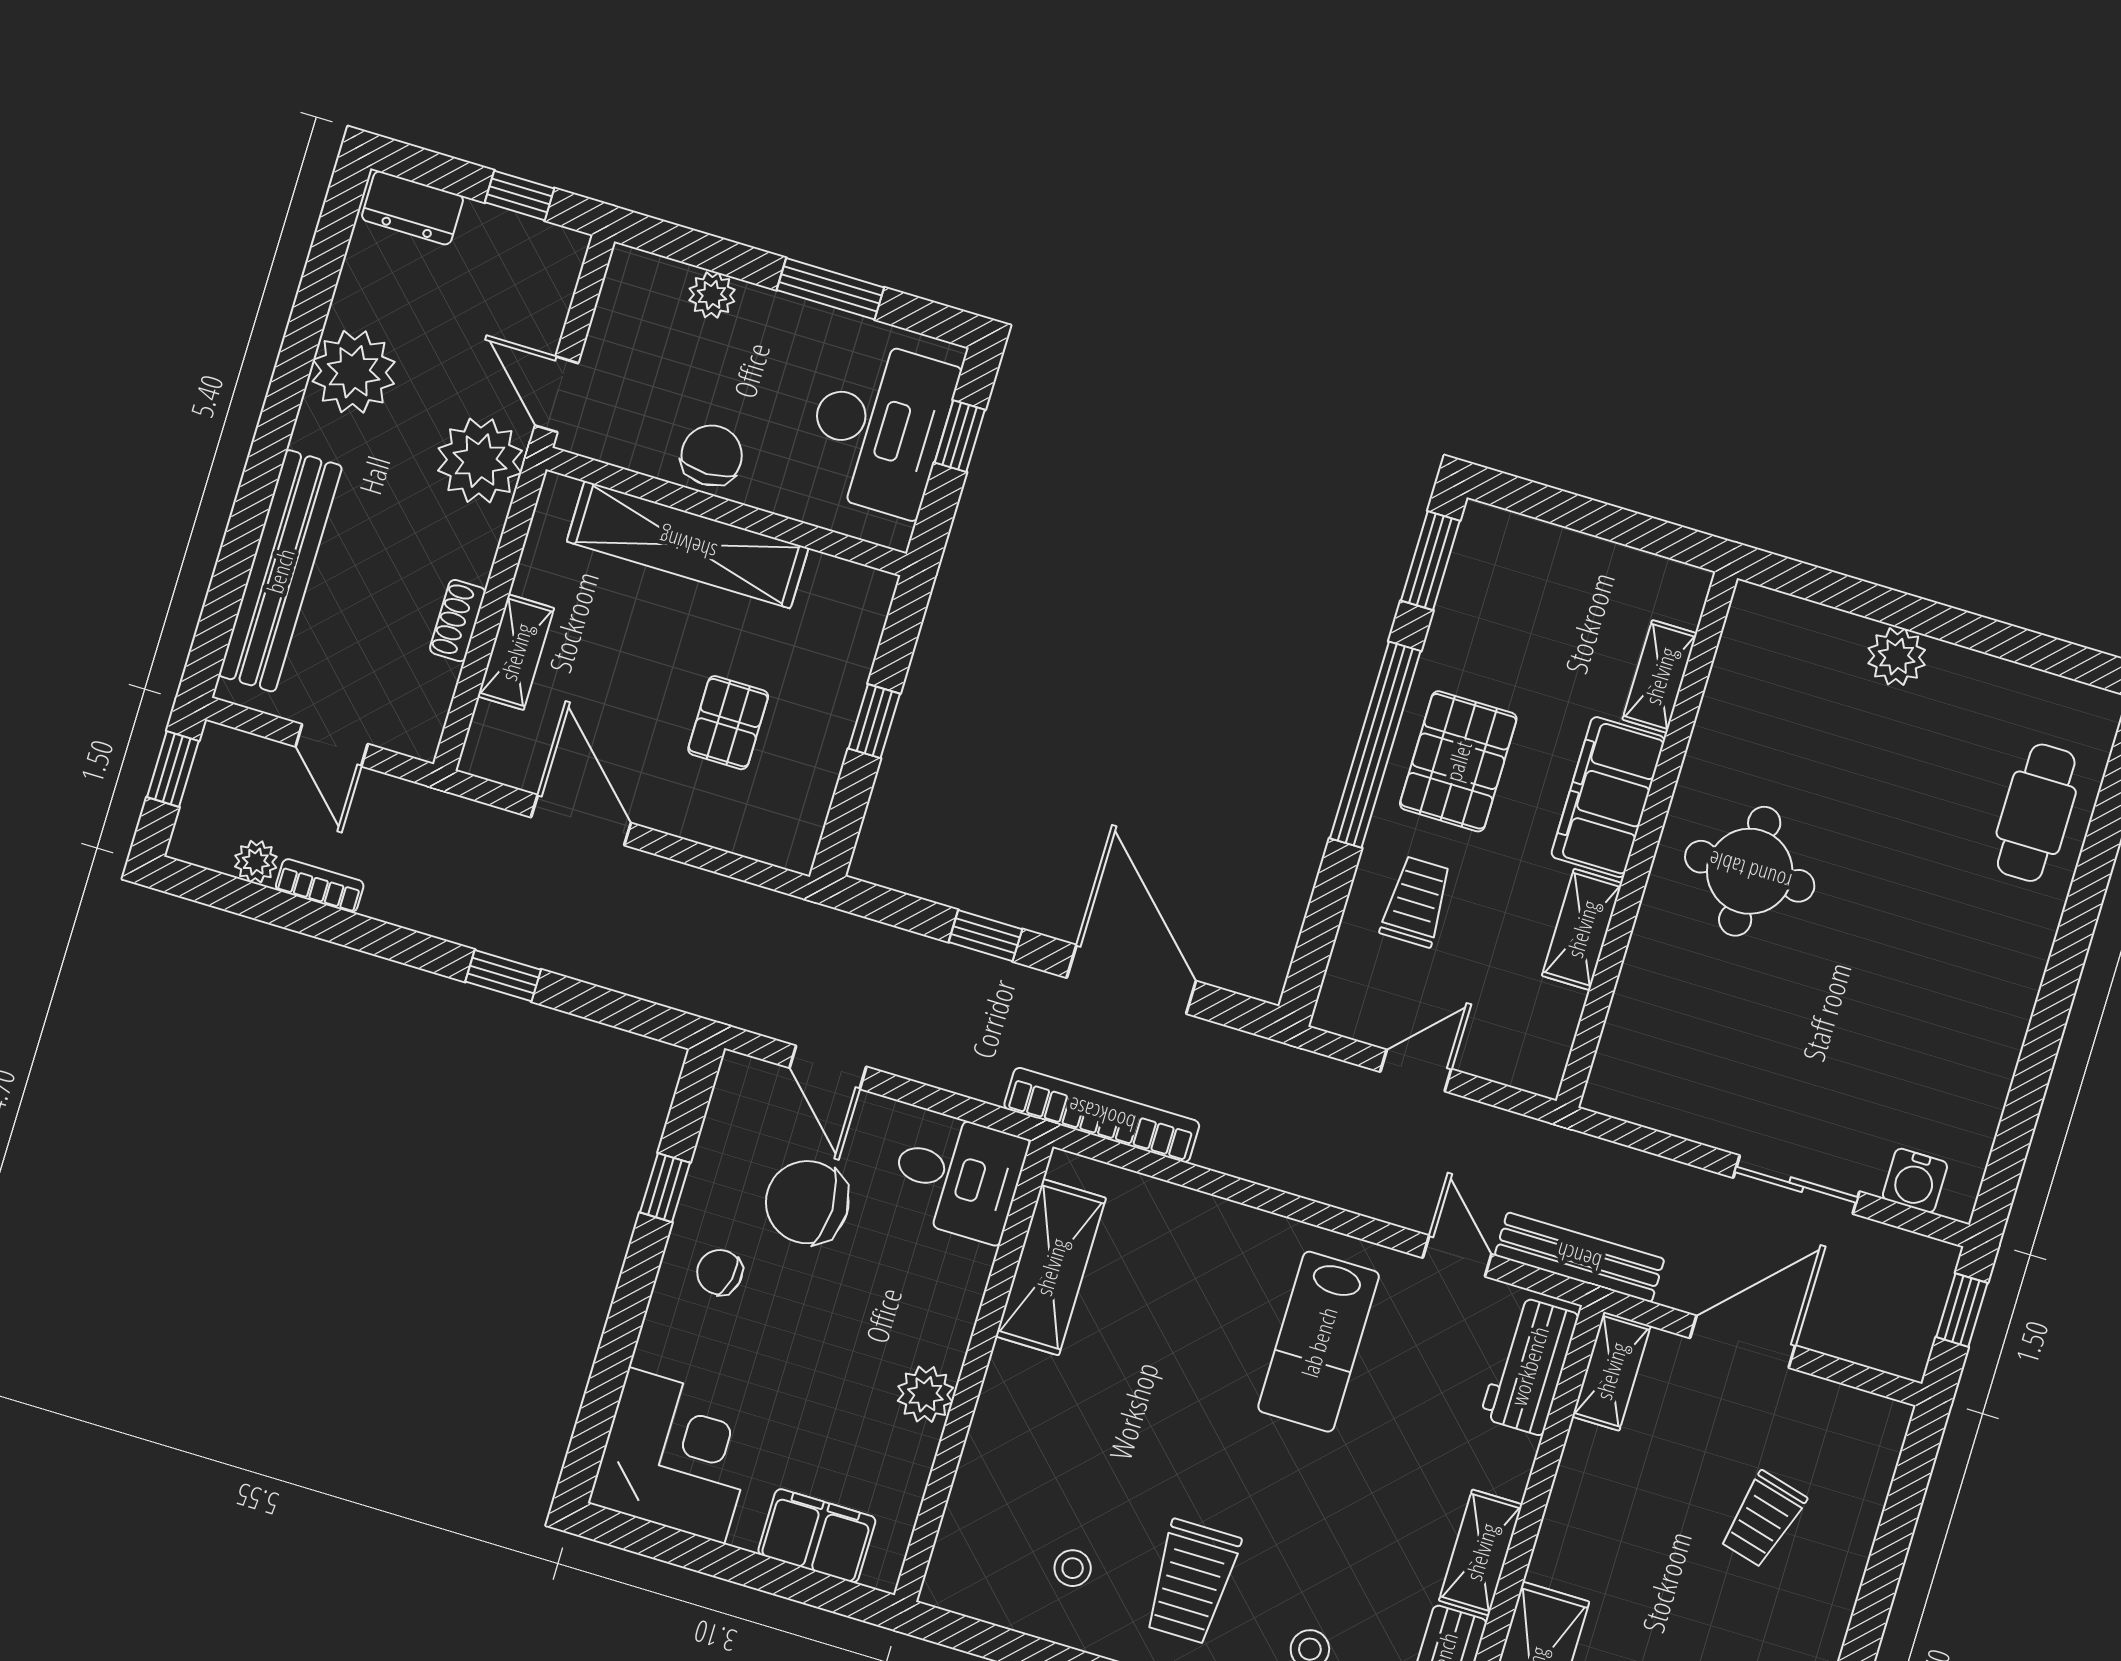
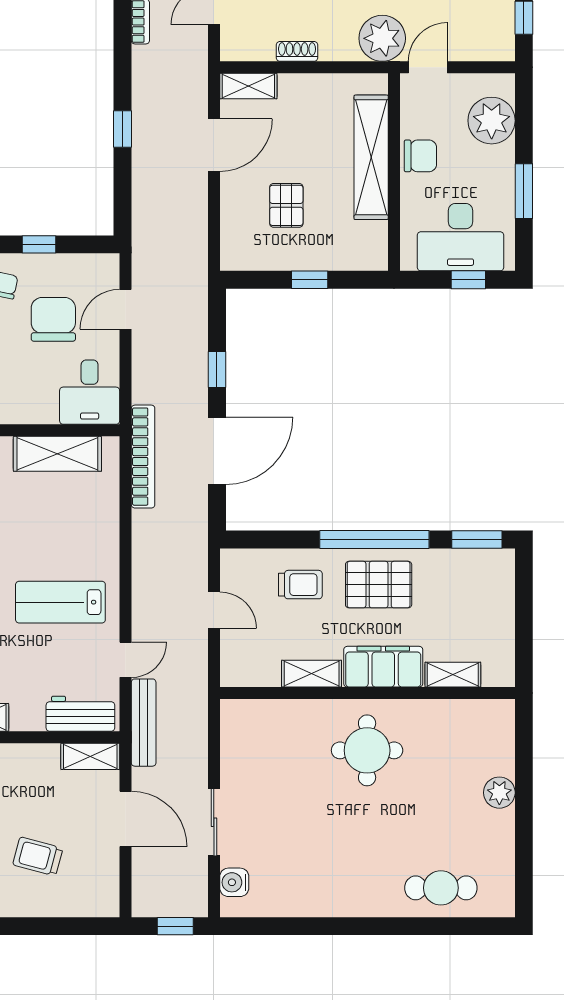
plant: (712, 295) -> (492, 121), width x1.87, depth x1.87
shelving: (516, 652) -> (248, 86), moved
pallet: (728, 723) -> (286, 205), turned 90

